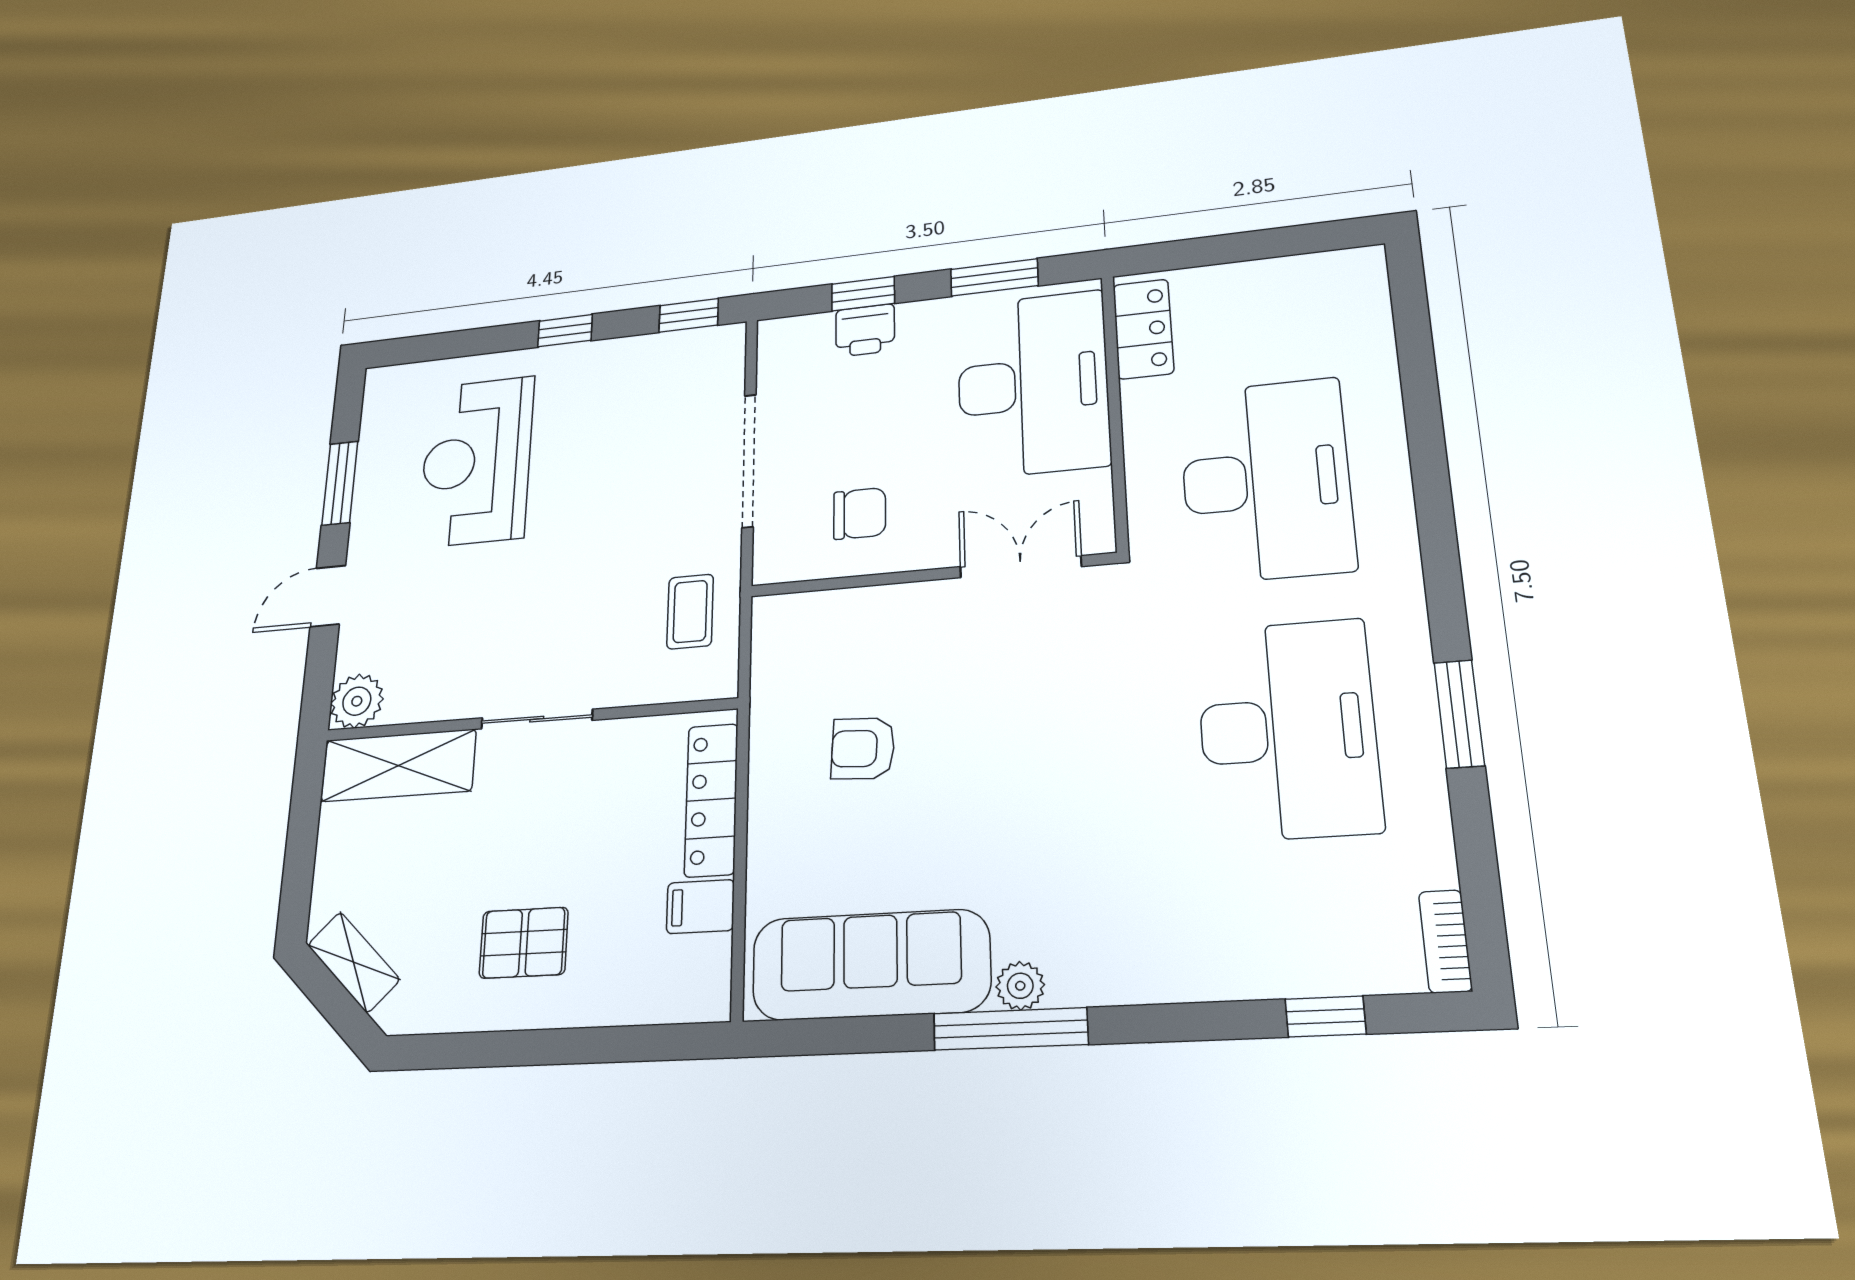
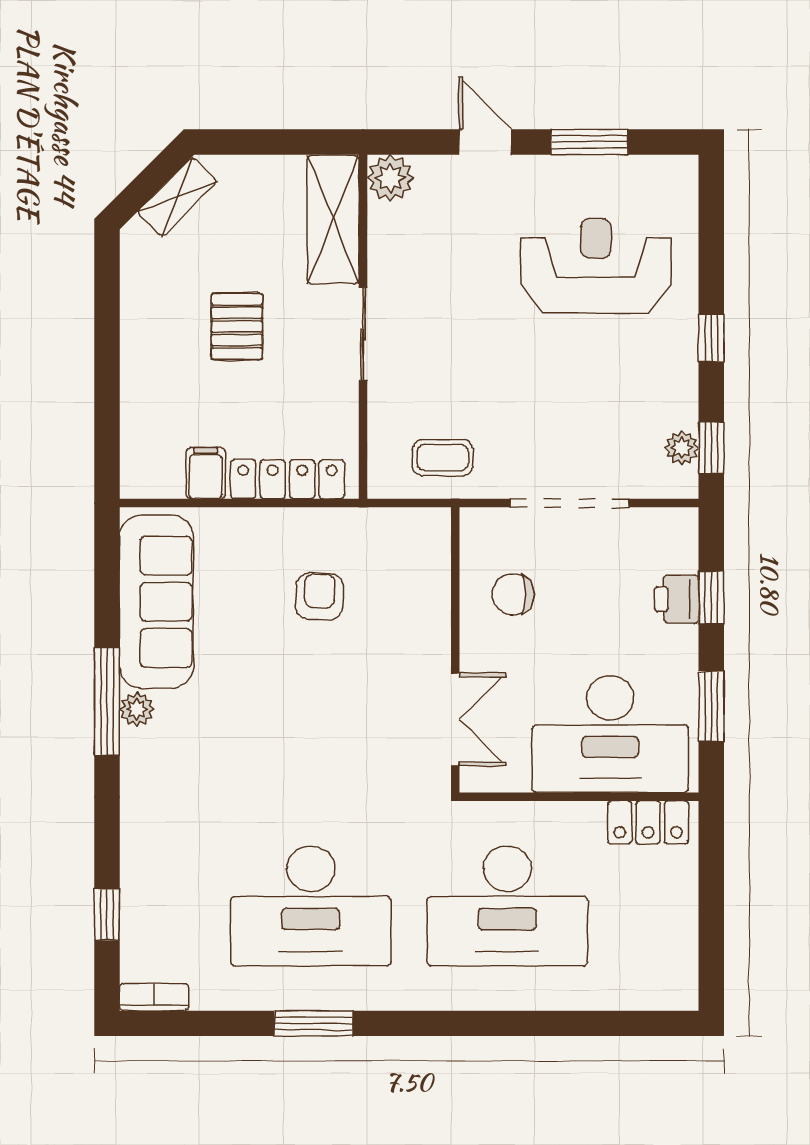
plant: (688, 346) -> (682, 448), added
chair: (860, 513) -> (513, 594), turned 90
pallet: (524, 943) -> (237, 326), moved

